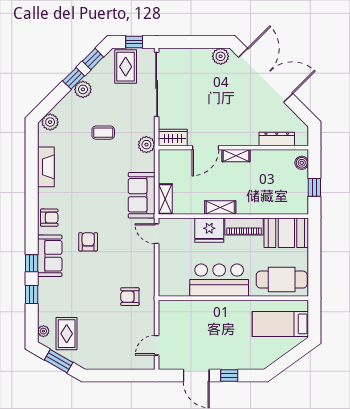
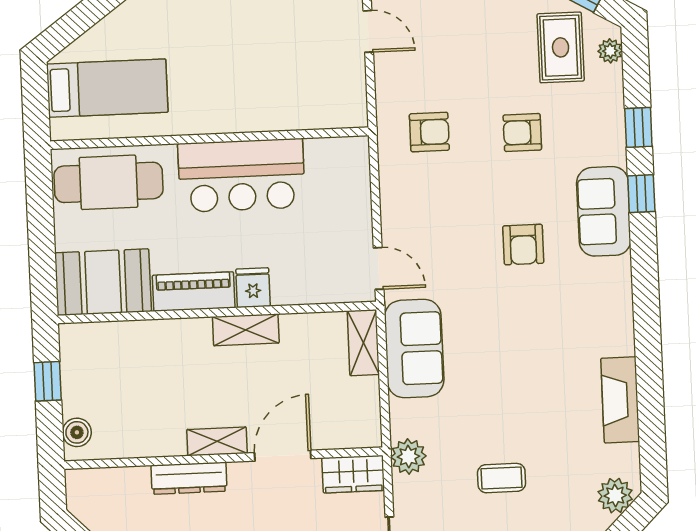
dresser: (277, 139) -> (189, 478), moved
armchair: (49, 218) -> (522, 133), moved
fridge: (209, 230) -> (253, 288), width x0.53, depth x0.75
door: (157, 345) -> (368, 31), hinge flipped

